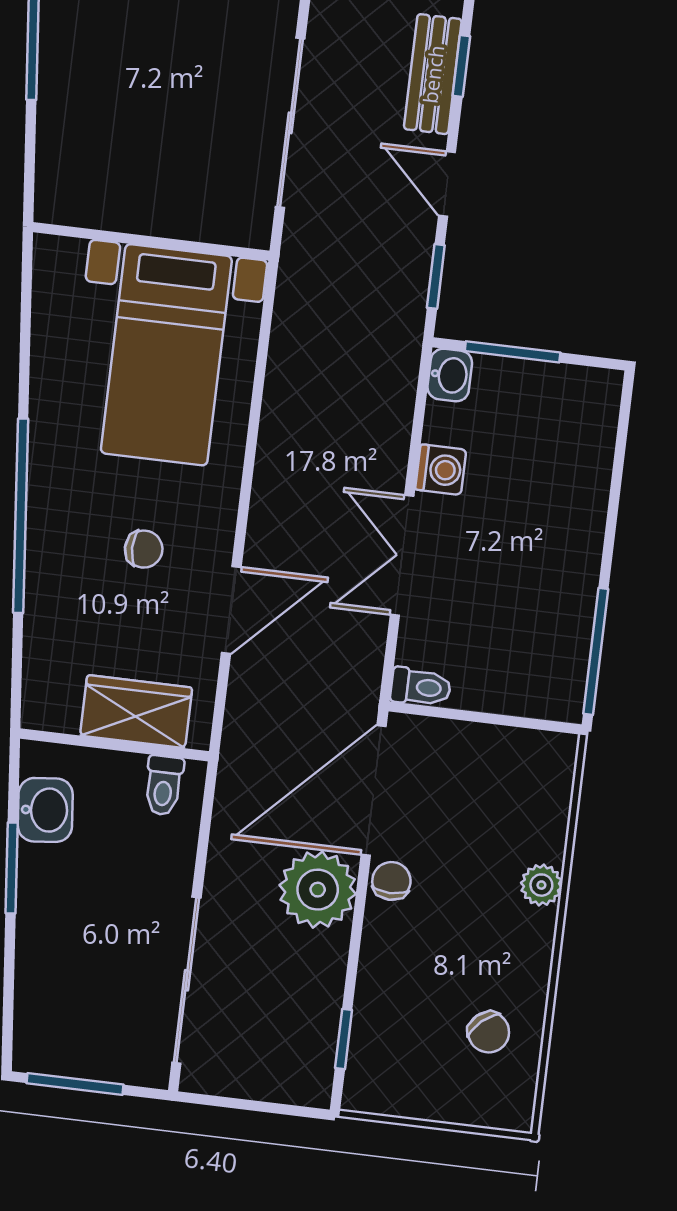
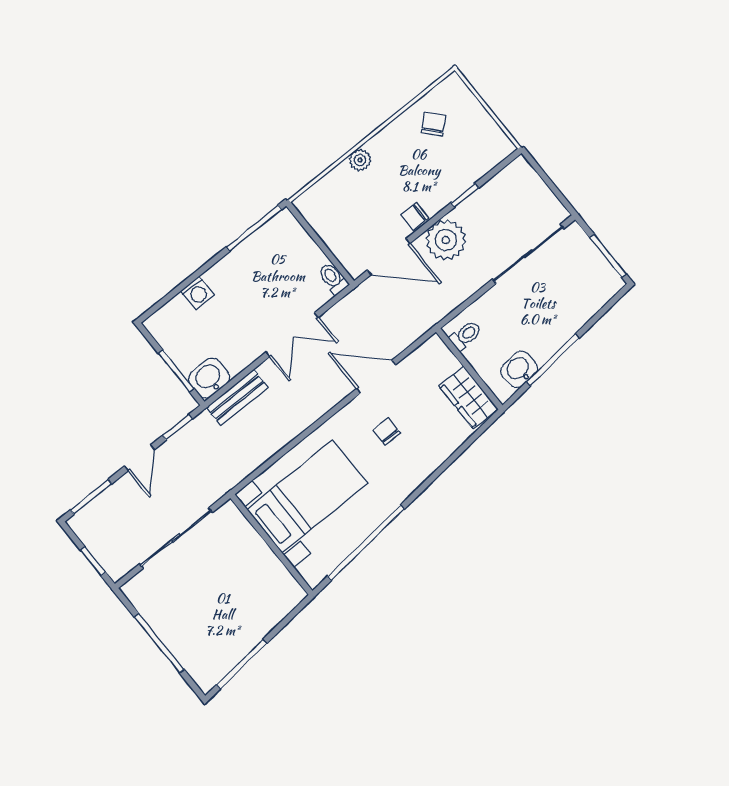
window: (461, 66) -> (91, 497), width x1.50
bench: (433, 74) -> (237, 397), moved
washbasin: (450, 375) -> (209, 378), width x1.38, depth x1.45
washing machine: (441, 470) -> (197, 293), moved, turned 180
window: (21, 516) -> (366, 543), moved
wardrobe: (136, 712) -> (469, 398), moved
door: (374, 791) -> (389, 257), width x0.73
window: (12, 868) -> (553, 360), width x1.44
window: (344, 1039) -> (465, 195), moved

